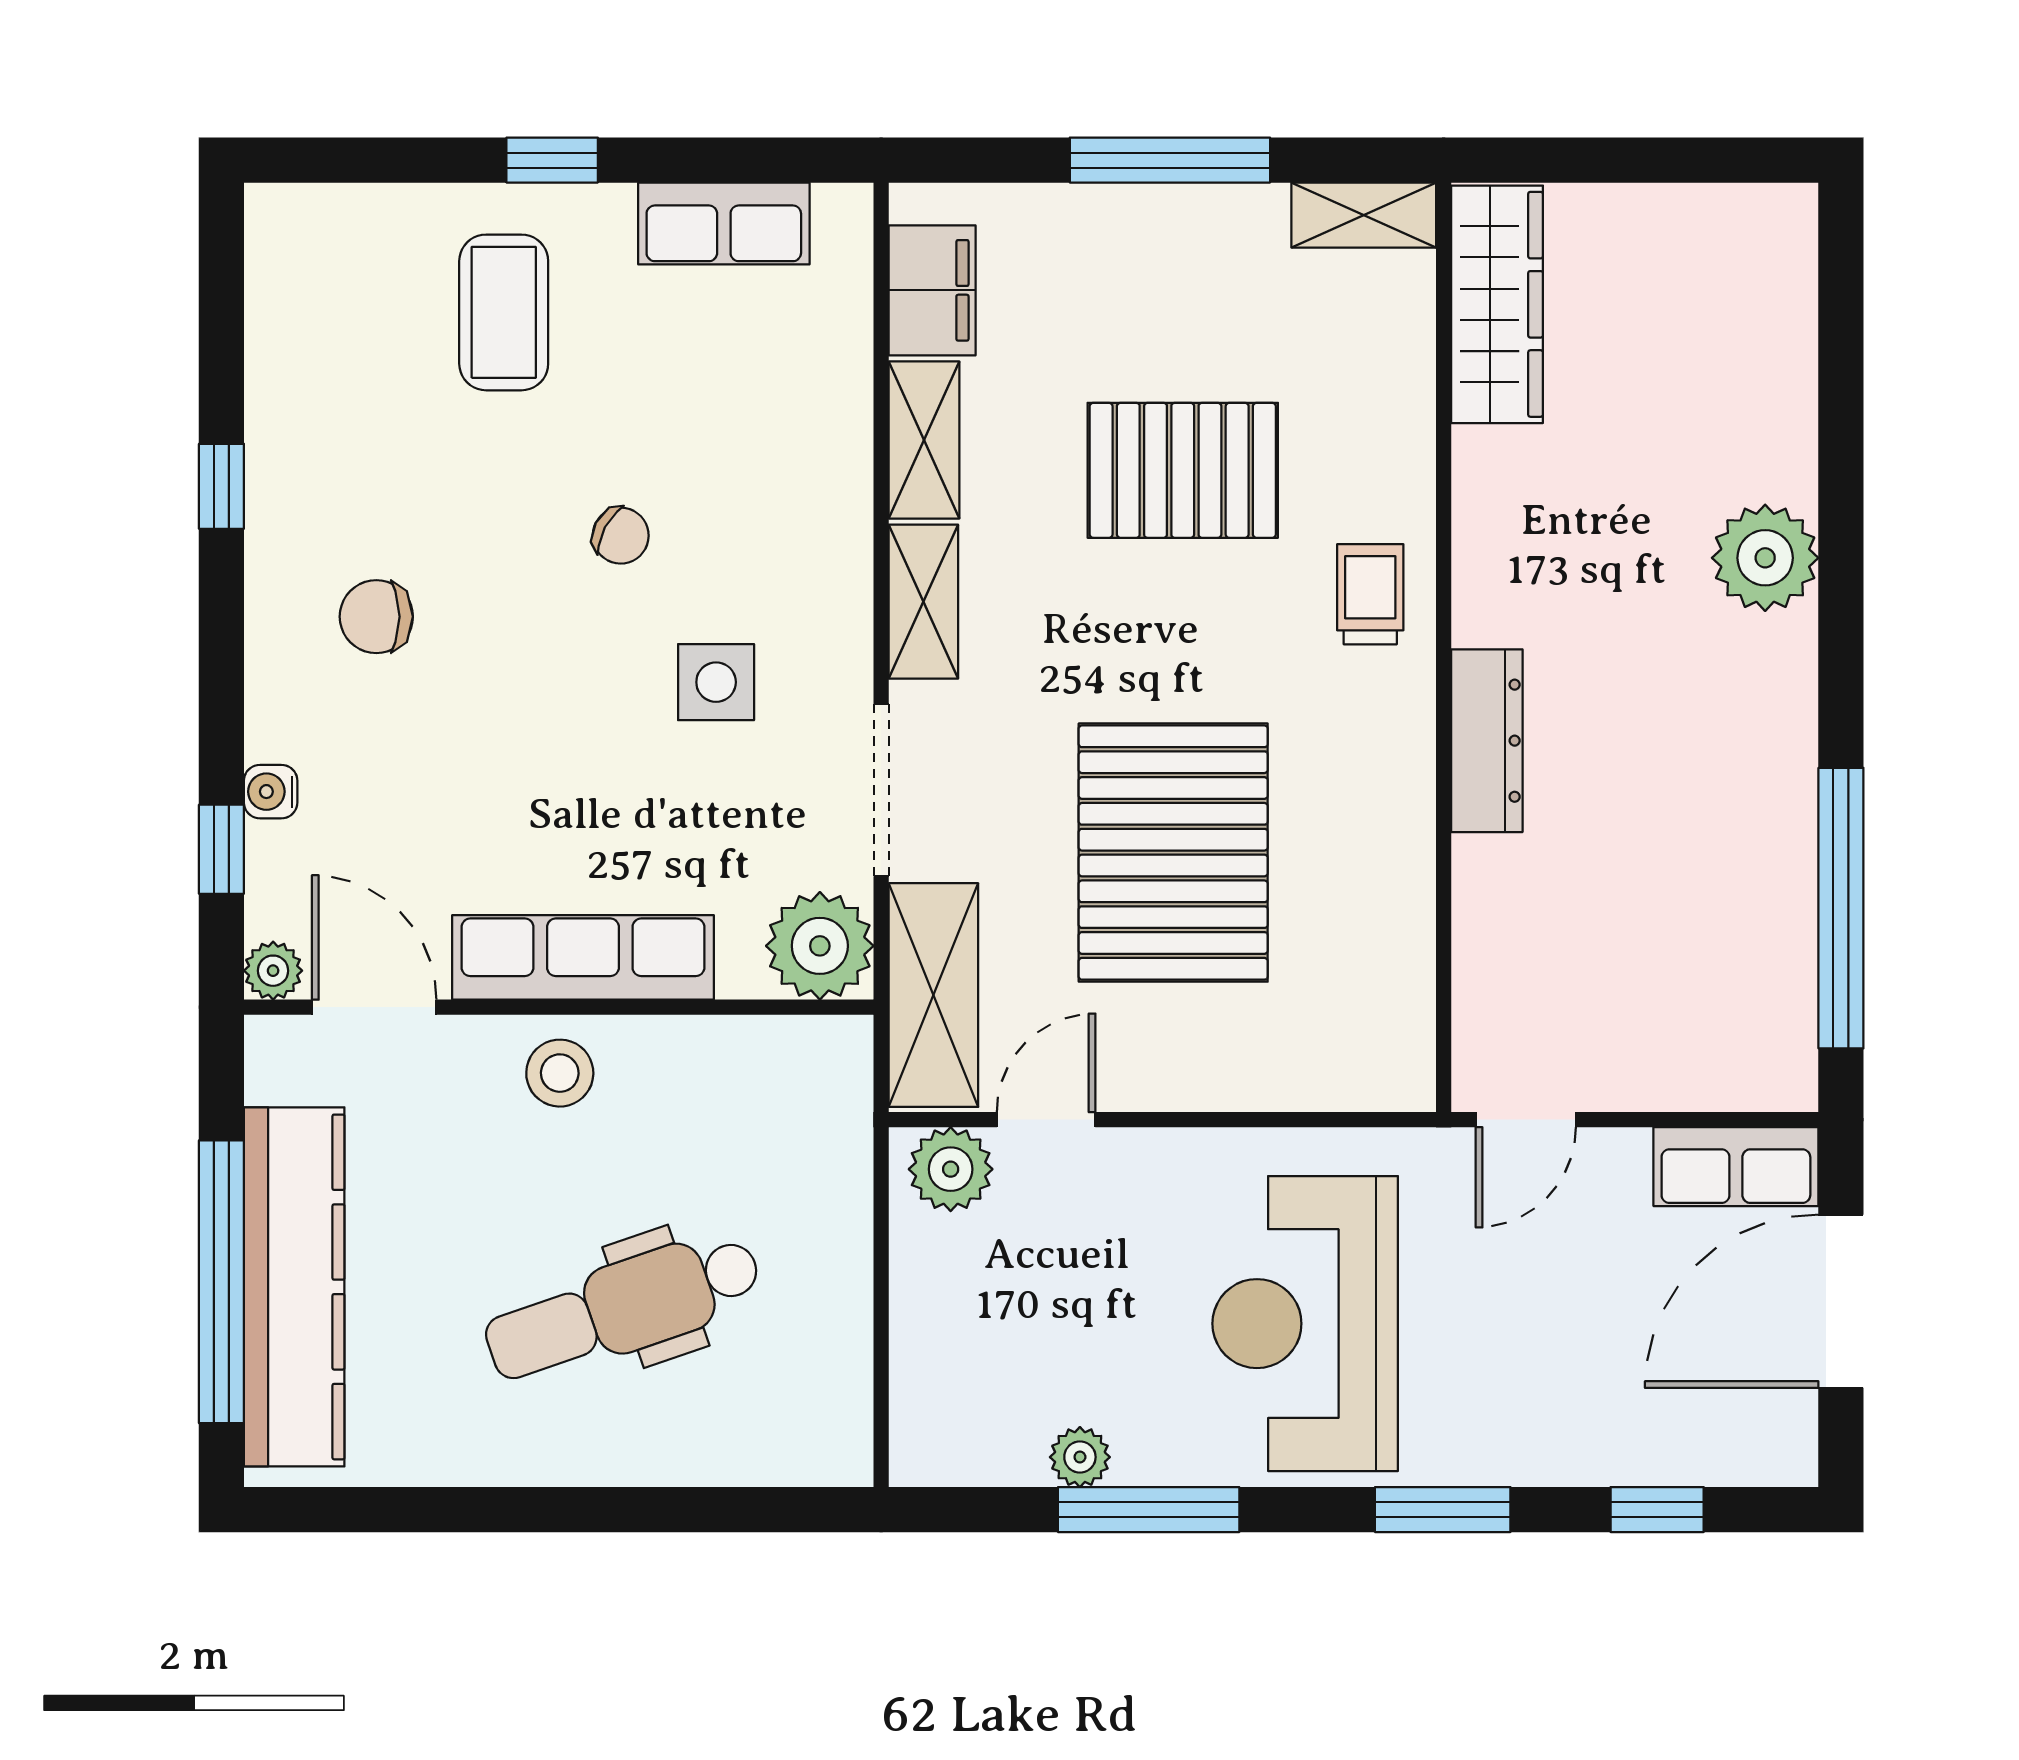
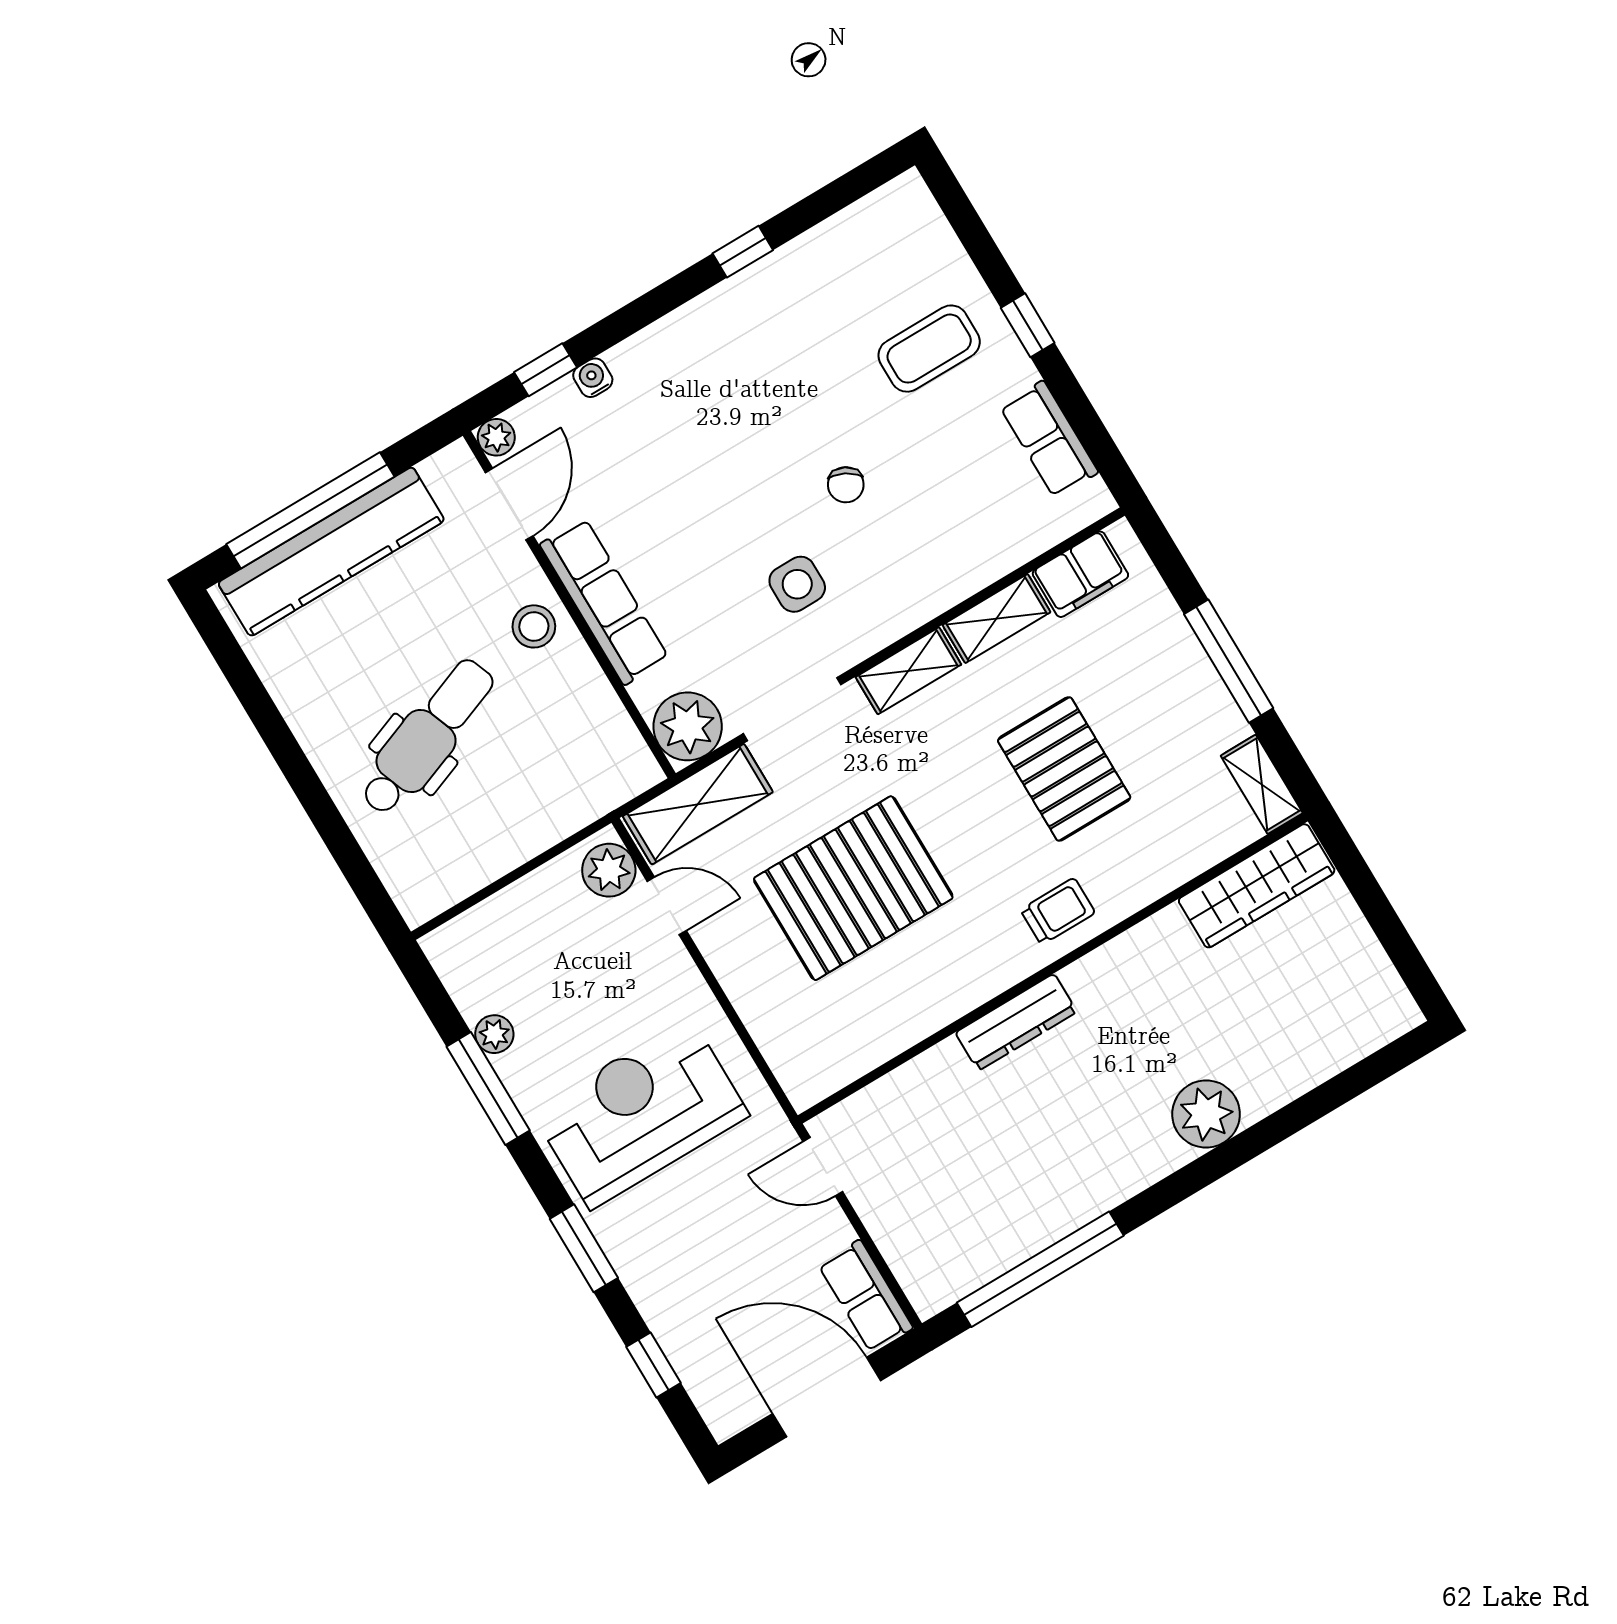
chair: (376, 617) -> (722, 378), removed
dental chair: (623, 1308) -> (427, 737), turned 88

